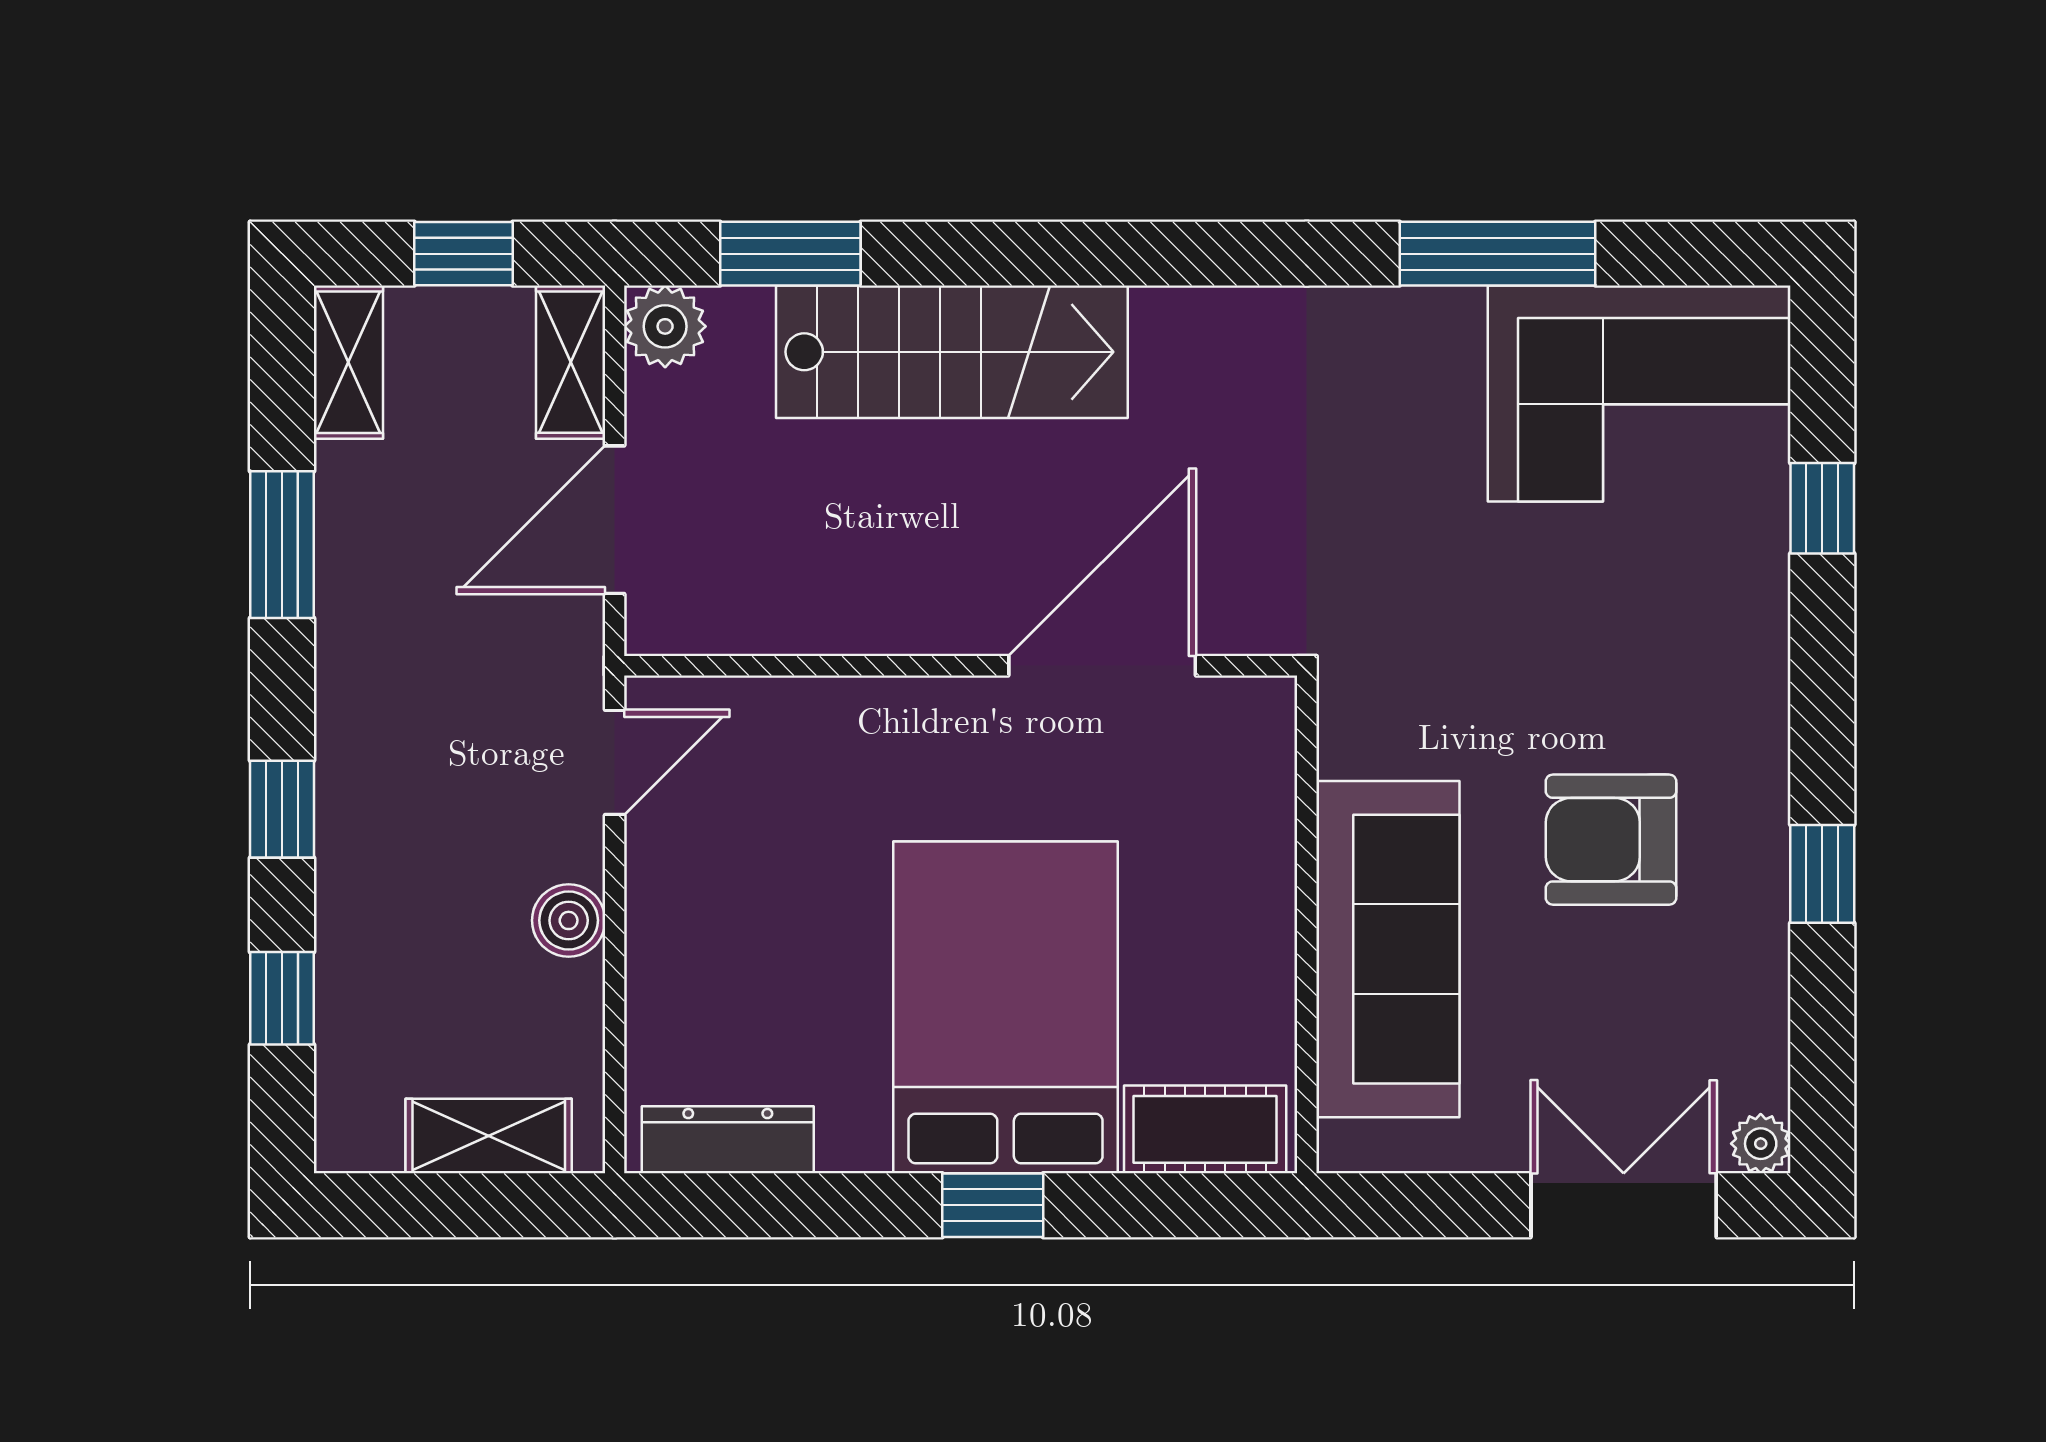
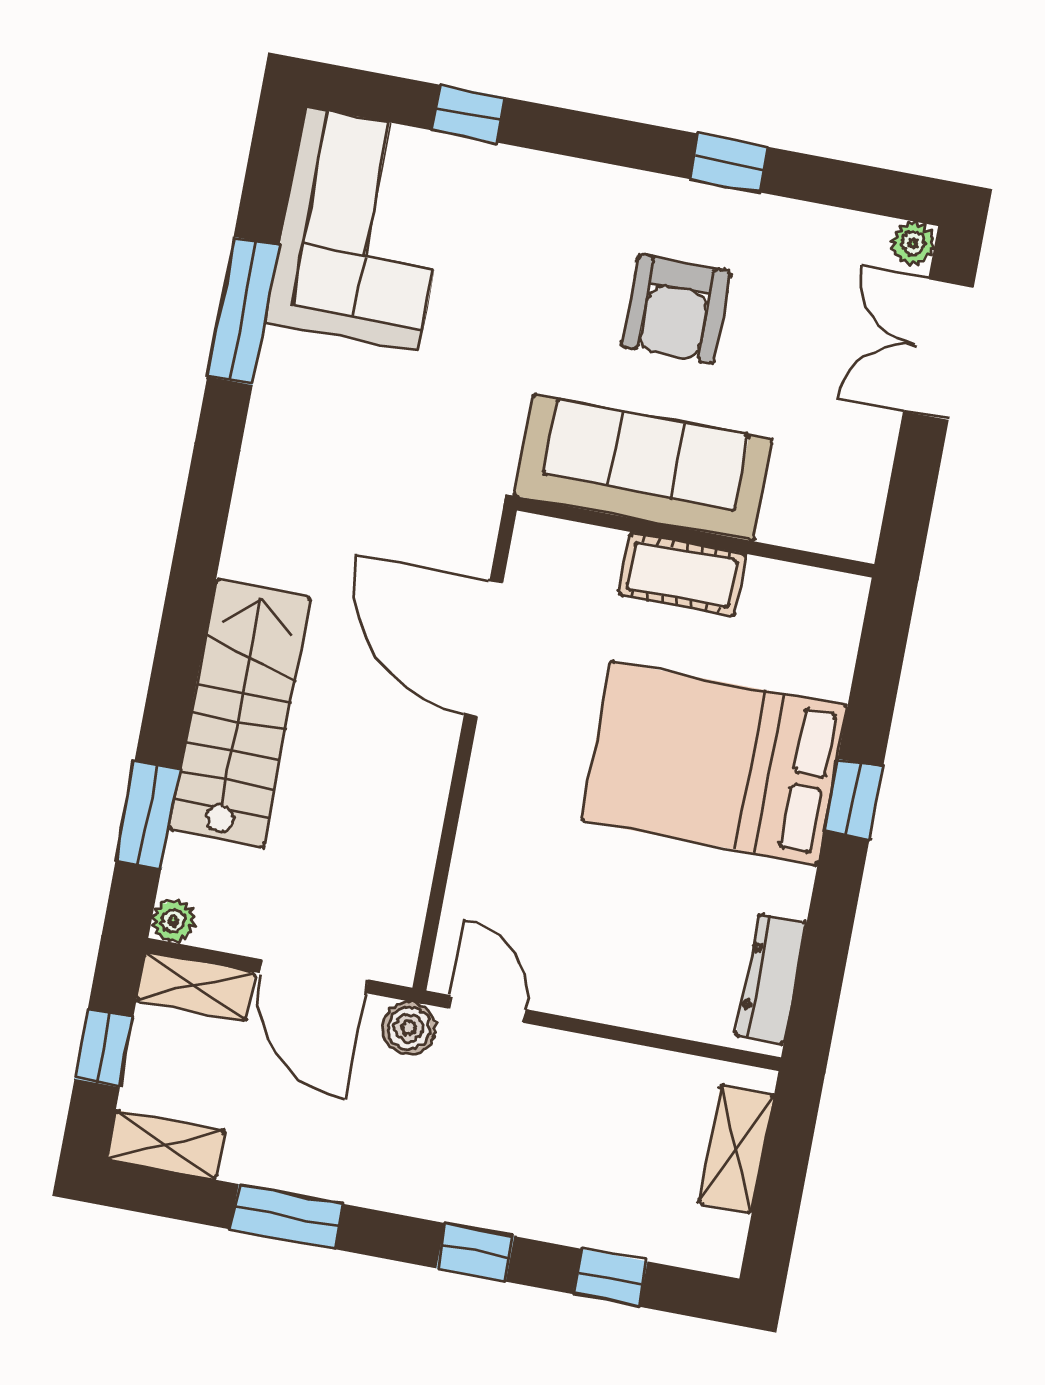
plant: (665, 326) -> (173, 921), width x0.73, depth x0.73
boiler: (569, 920) -> (409, 1028), moved
sofa: (1388, 949) -> (644, 468), moved
cot: (1205, 1129) -> (682, 574), moved, turned 90

